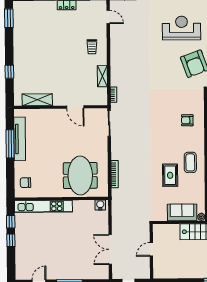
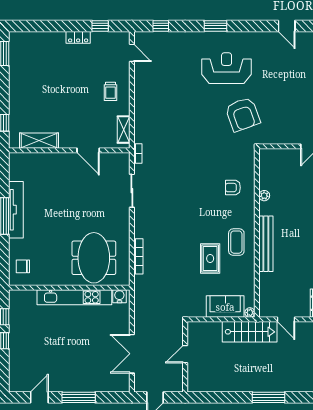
shelving: (37, 100) -> (39, 141), moved
wall: (61, 107) -> (69, 150), moved
door: (75, 107) -> (88, 150), moved
kitchen unit: (43, 206) -> (74, 297), moved

